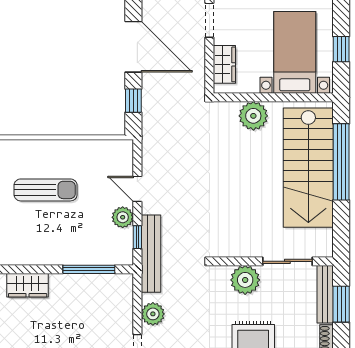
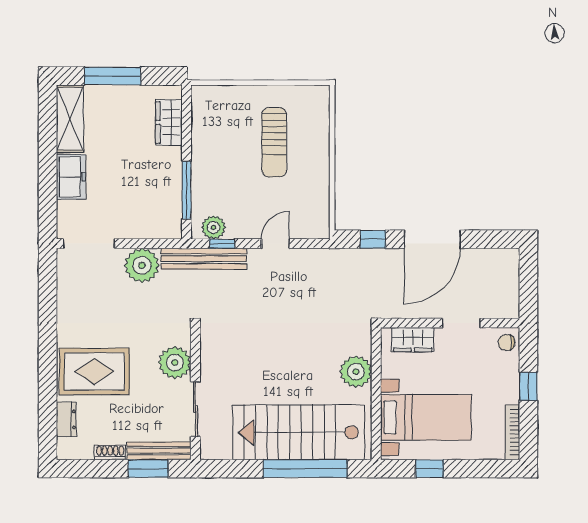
plant: (123, 217) -> (213, 227), moved
plant: (153, 314) -> (142, 265), width x1.36, depth x1.36

